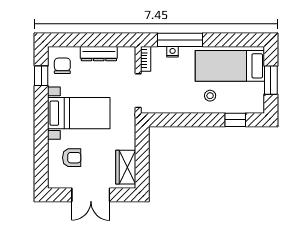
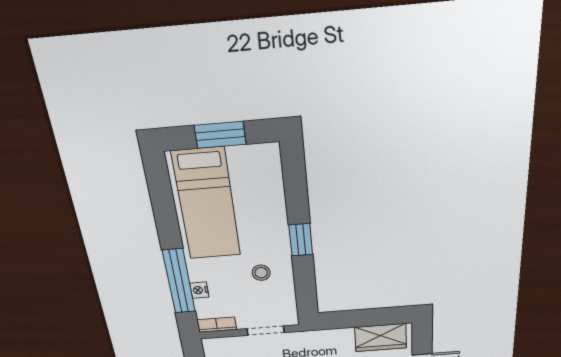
doorway: (138, 91) -> (266, 331), width x0.73
stool: (210, 96) -> (261, 273), moved
window: (235, 120) -> (301, 240), moved

